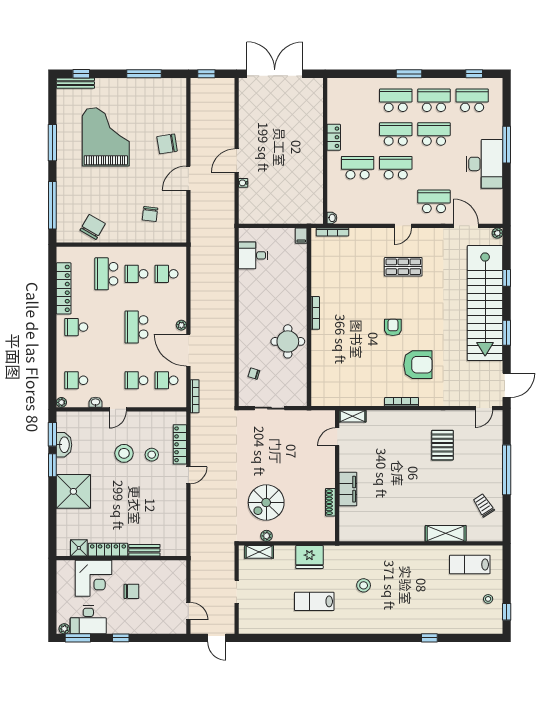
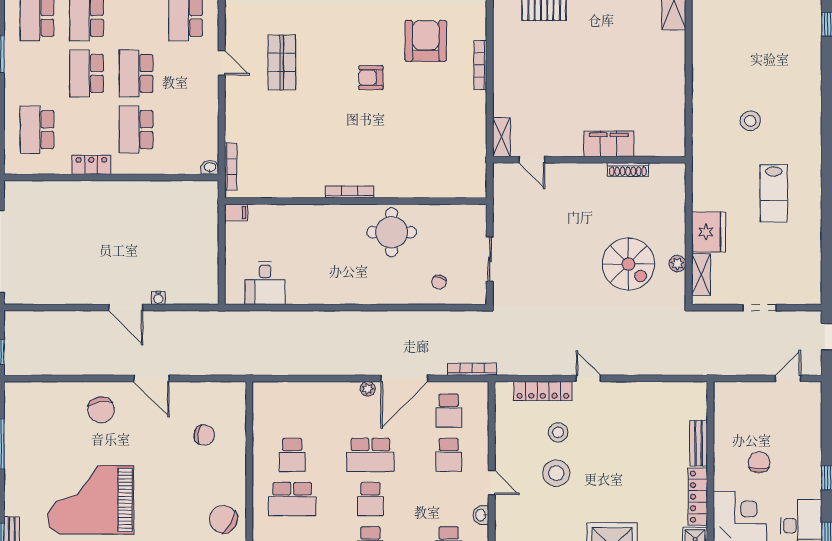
school desk: (396, 100) -> (37, 130), moved
school desk: (166, 274) -> (370, 499), moved
fridge: (309, 557) -> (709, 232), moved

